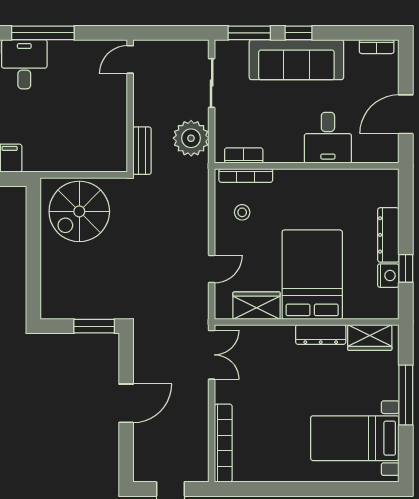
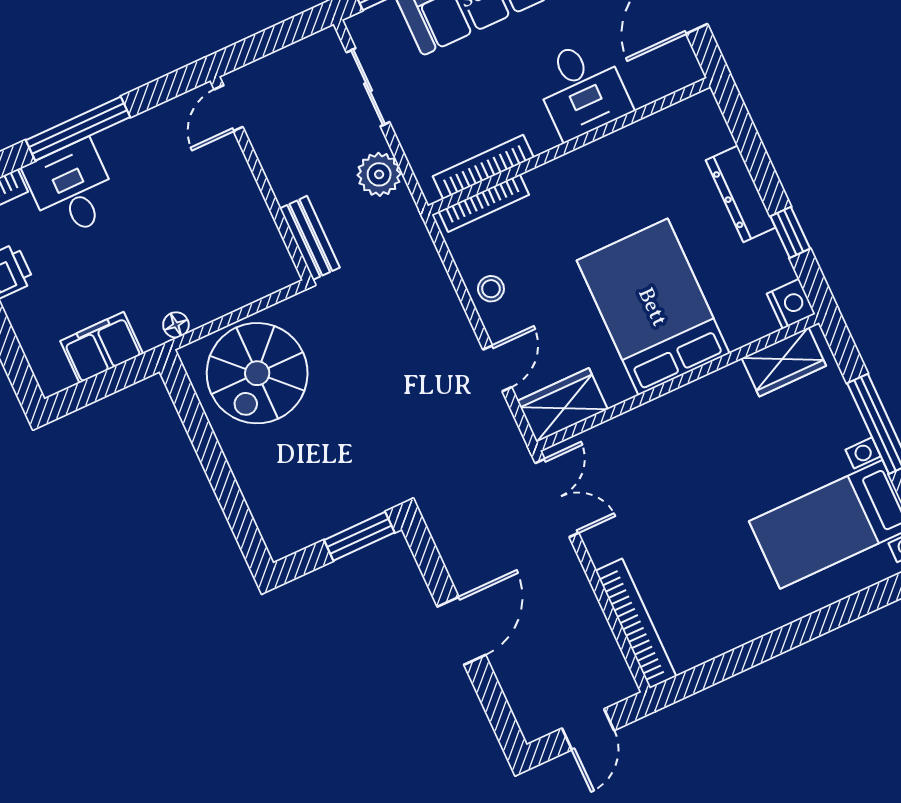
plant: (191, 138) -> (379, 174), width x0.73, depth x0.73
bookcase: (244, 156) -> (483, 167), width x1.56
floor lamp: (47, 165) -> (176, 325), added
stool: (242, 212) -> (491, 289), moved
nightstand: (388, 276) -> (791, 304), moved
wardrobe: (257, 306) -> (563, 405), moved
dresser: (321, 335) -> (708, 391), removed

